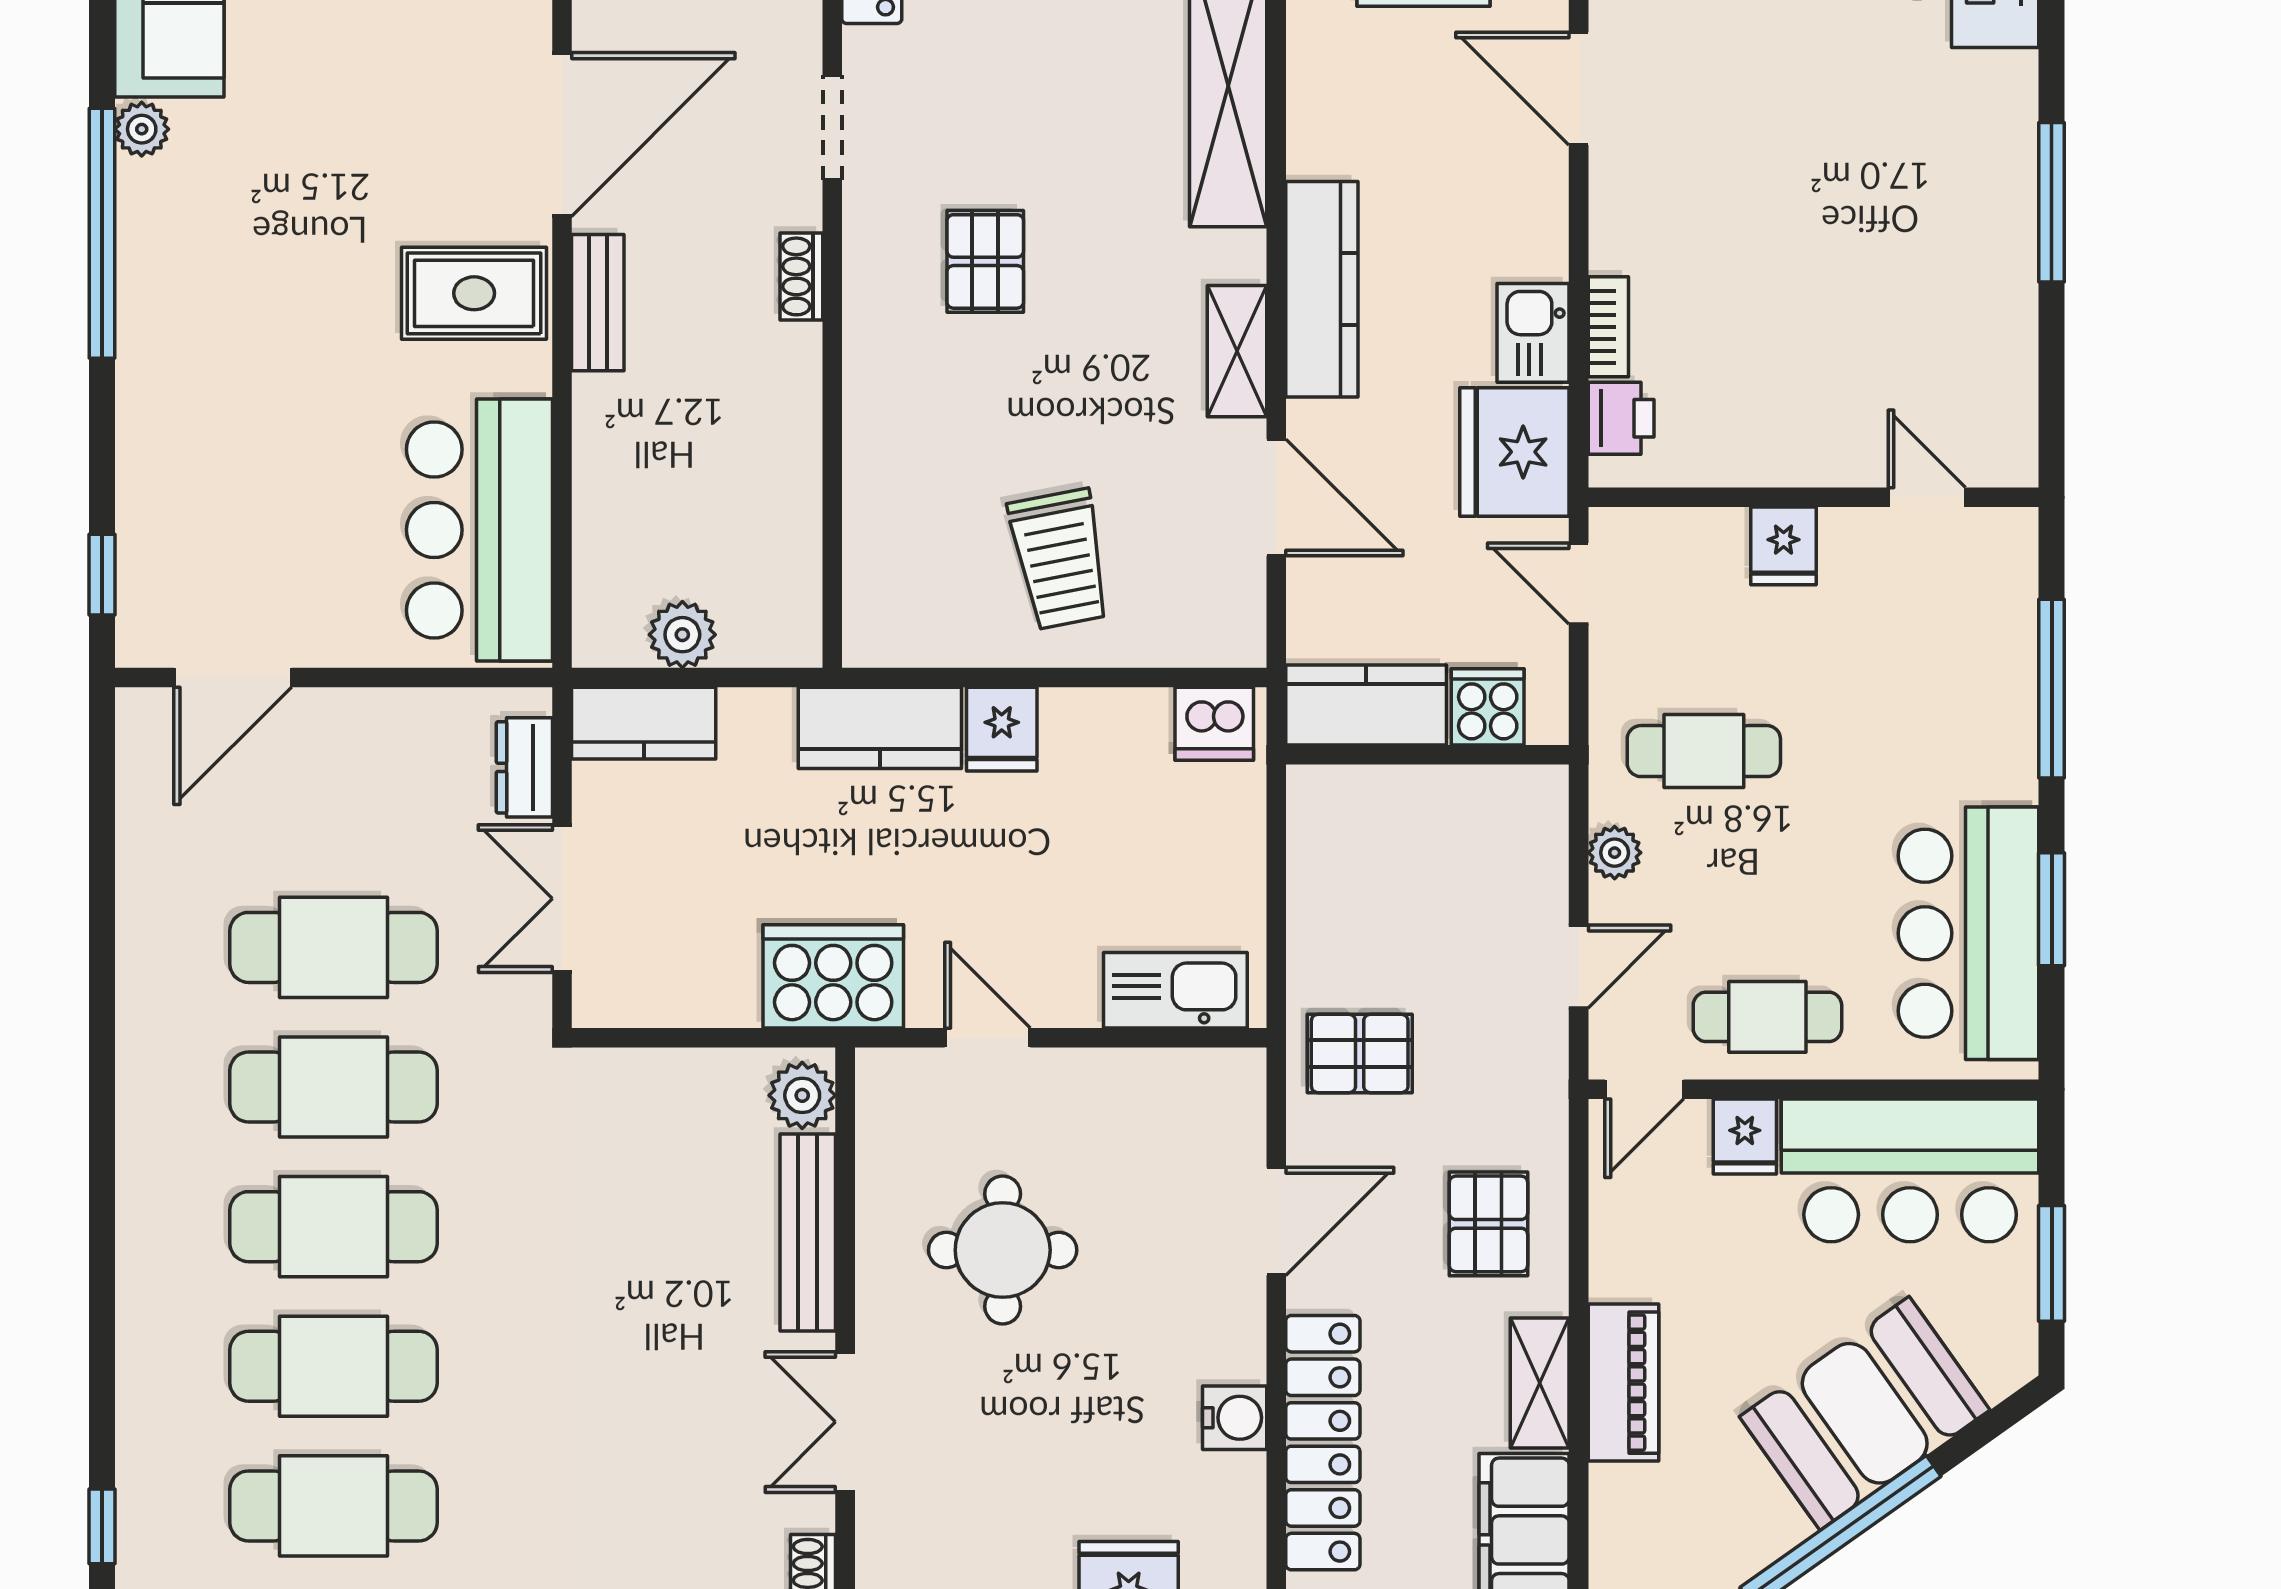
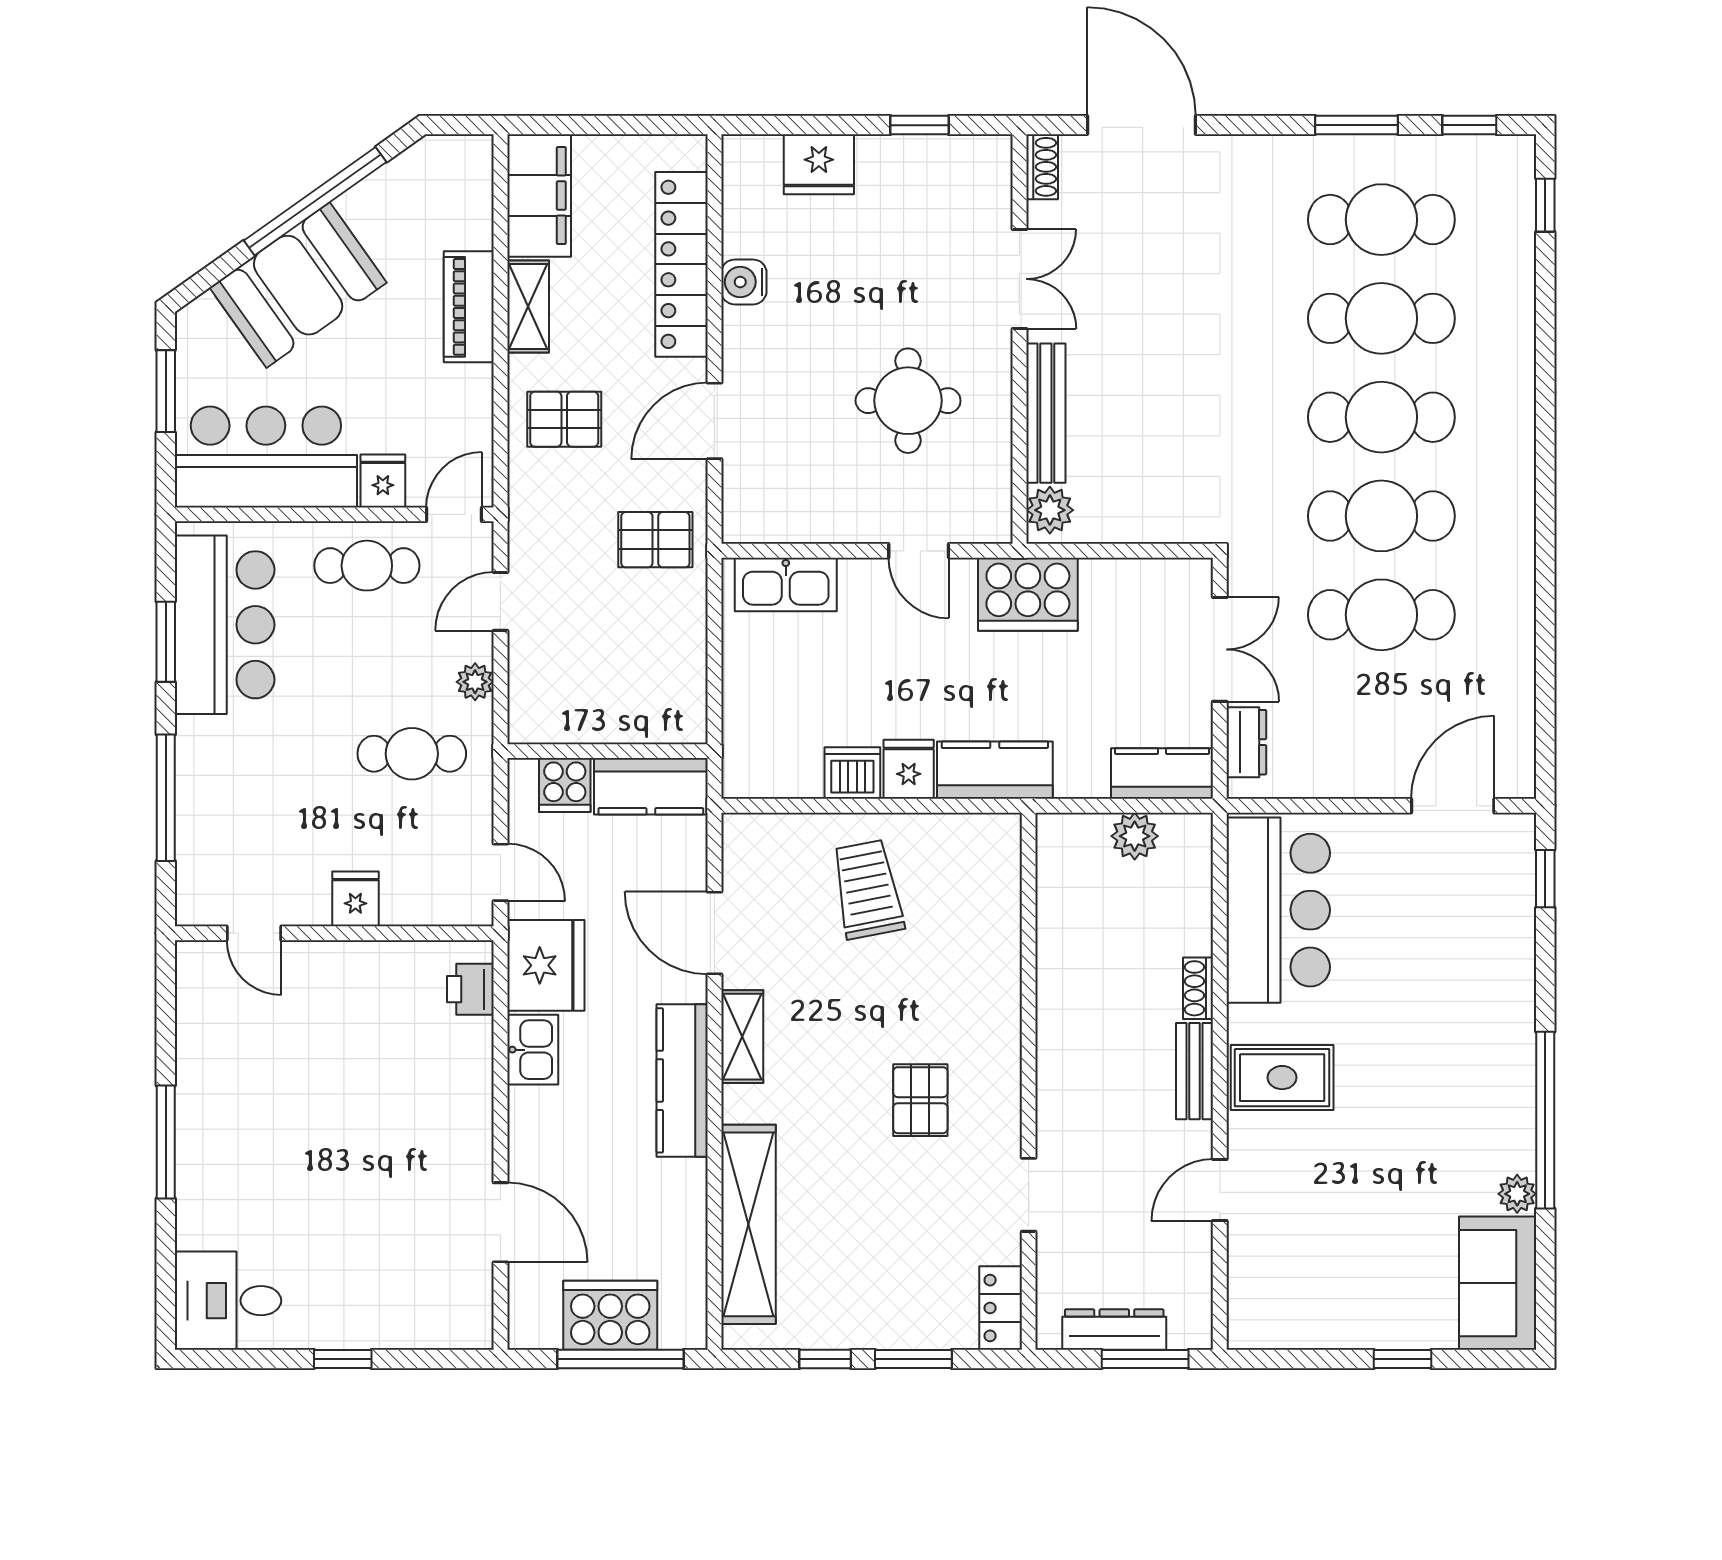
door: (562, 135) -> (1220, 1190), width x0.53
shoe rack: (801, 276) -> (1198, 988), moved, turned 180
bookcase: (1608, 327) -> (479, 1054), removed
dishwasher: (1214, 724) -> (852, 773), moved
pallet: (1488, 1224) -> (564, 419), turned 90

